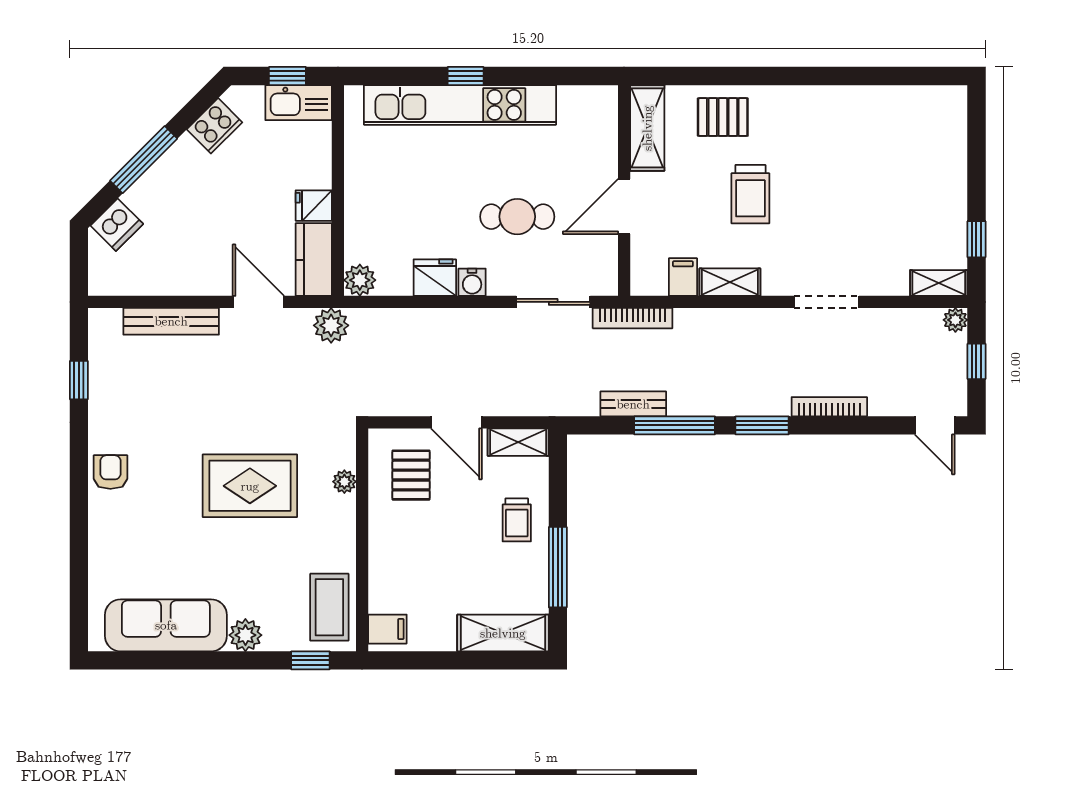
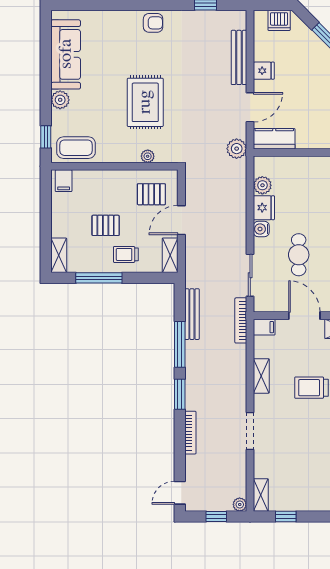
fridge: (314, 206) -> (264, 71), moved, turned 90
dishwasher: (117, 225) -> (279, 20), moved, turned -45
filing cabinet: (683, 277) -> (264, 327), moved
plant: (360, 280) -> (262, 185), moved
bench: (633, 404) -> (192, 314), width x1.36
pallet: (466, 555) -> (106, 225), added
shelving: (503, 633) -> (59, 255), width x0.67, depth x0.75

